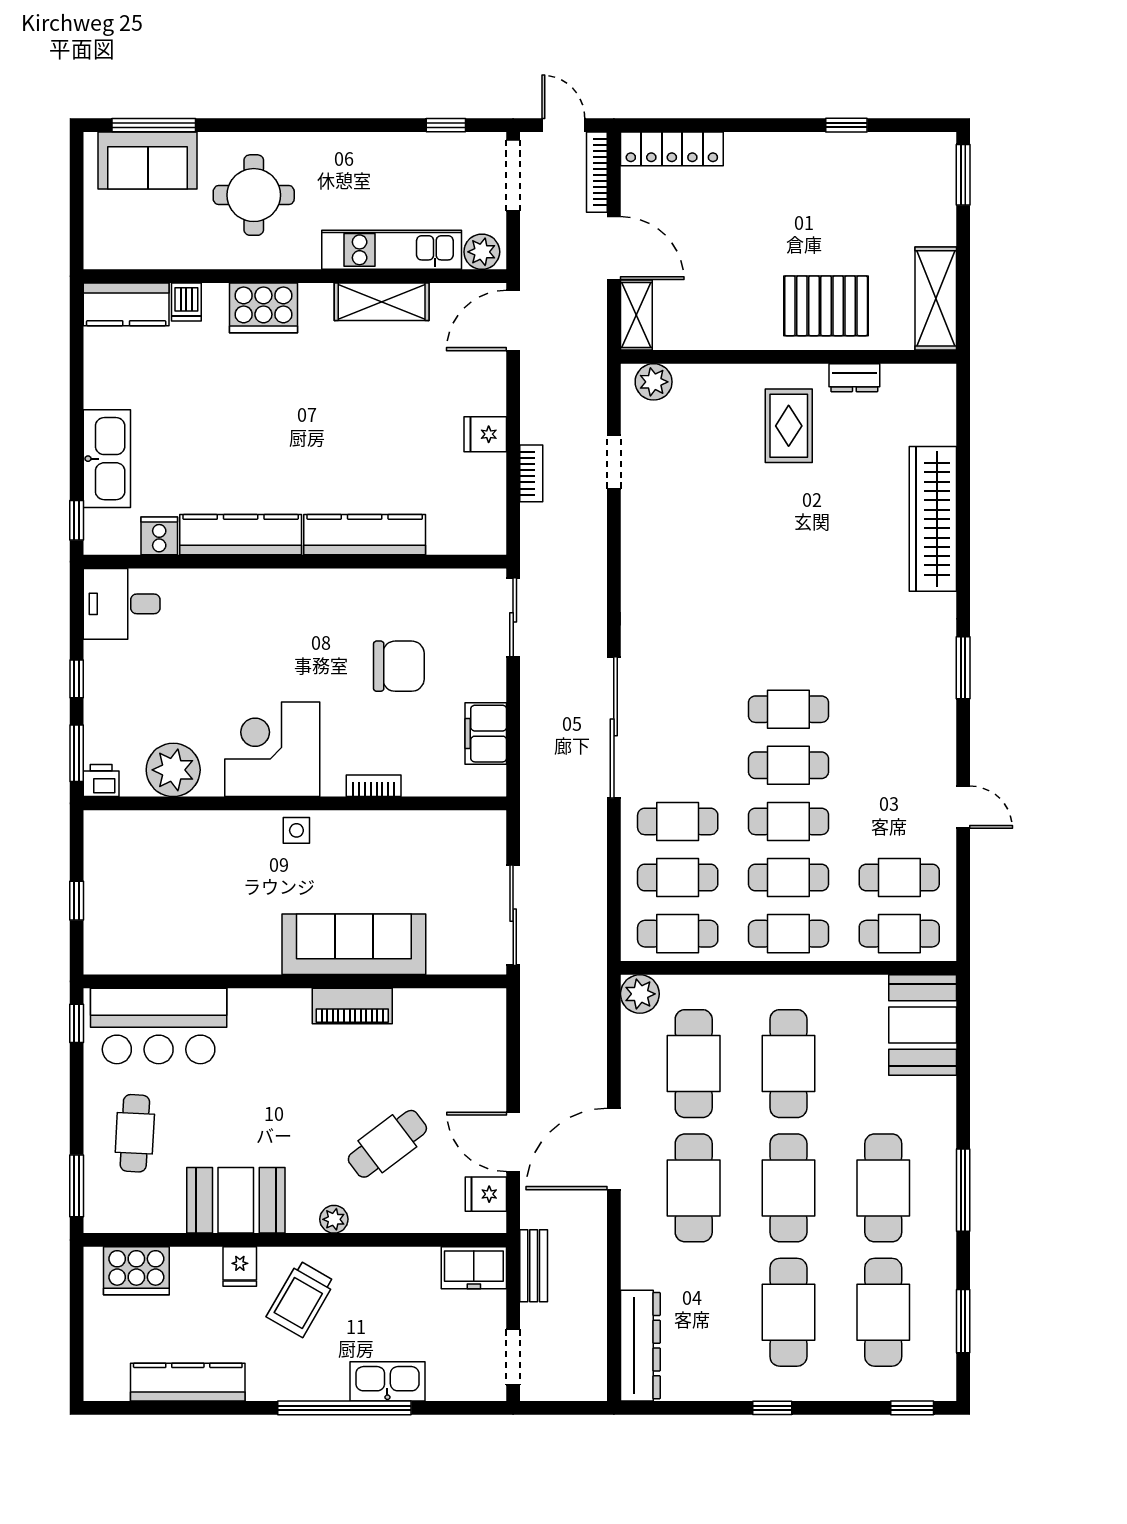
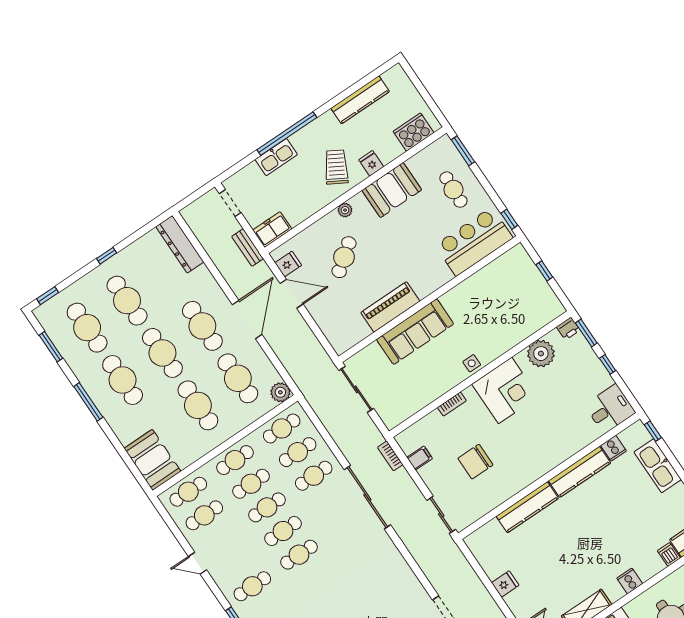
cooker: (263, 308) -> (630, 581), width x0.53, depth x0.76
bookcase: (531, 473) -> (390, 456), moved
cafe table: (899, 709) -> (252, 586), added
filing cabinet: (486, 734) -> (420, 458), width x0.50
piano: (352, 1006) -> (390, 307), width x1.37, depth x1.33

